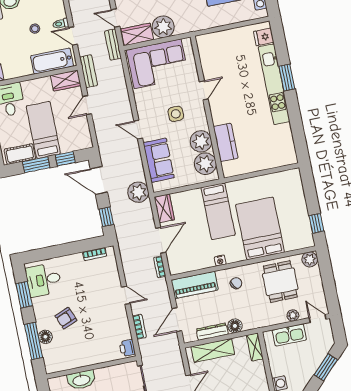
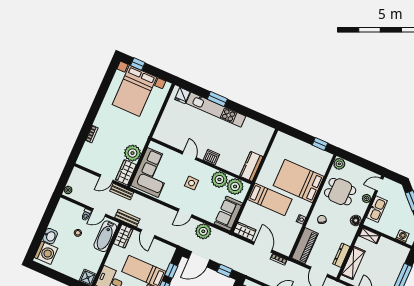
dishwasher: (219, 116) -> (211, 157), added
kitchen counter: (226, 142) -> (251, 166), moved, turned -90
sofa: (159, 160) -> (228, 214), moved, turned -90
plant: (138, 192) -> (203, 231), moved
floor lamp: (235, 326) -> (356, 220), moved

